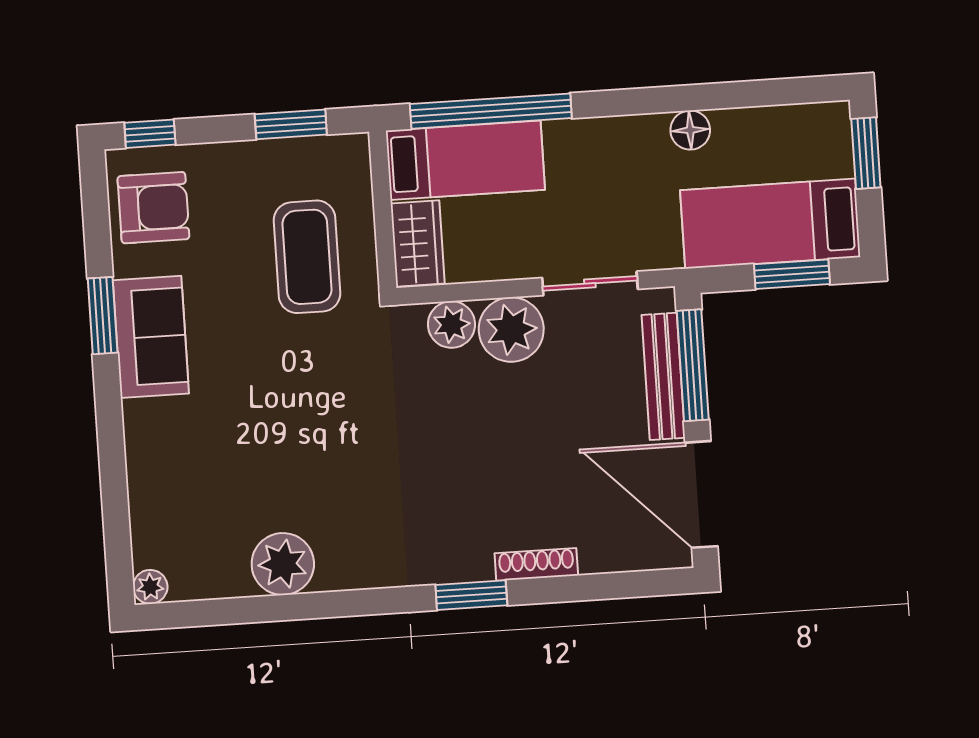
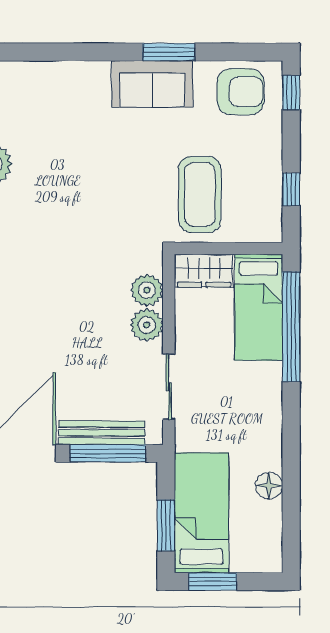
window: (291, 124) -> (291, 189), width x0.67
floor lamp: (690, 130) -> (269, 485), moved
window: (866, 153) -> (213, 582), moved
armchair: (153, 208) -> (240, 92), turned -90
coffee table: (307, 257) -> (200, 194), turned 90
plant: (511, 330) -> (147, 325), width x0.73, depth x0.73

